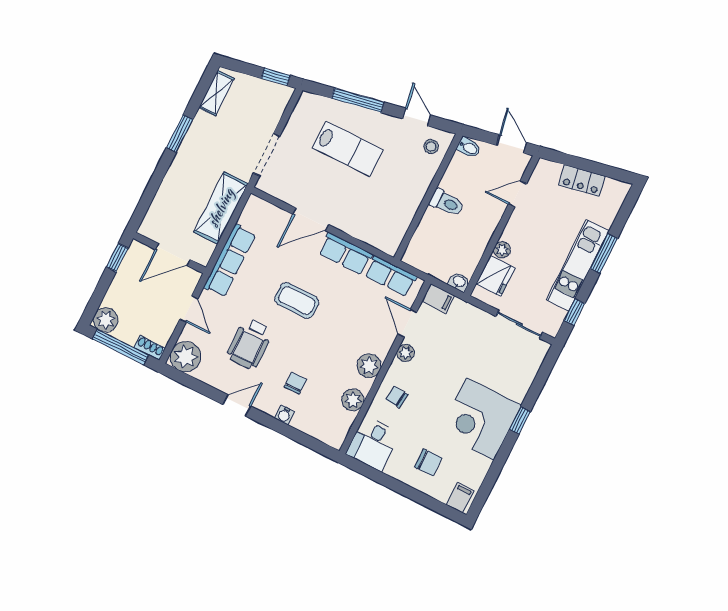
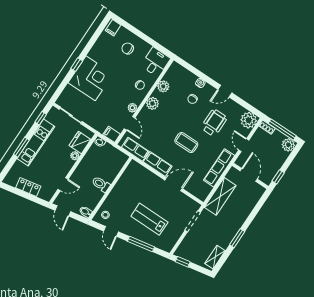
door: (173, 254) -> (249, 175), hinge flipped
corner desk: (480, 419) -> (91, 78), moved

